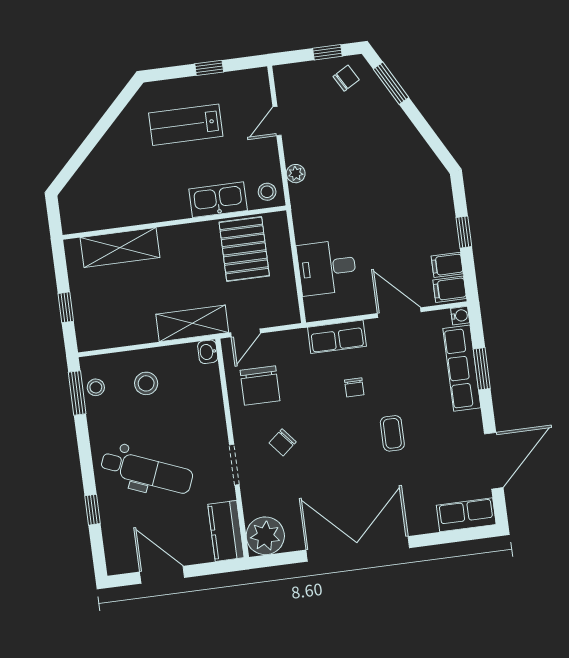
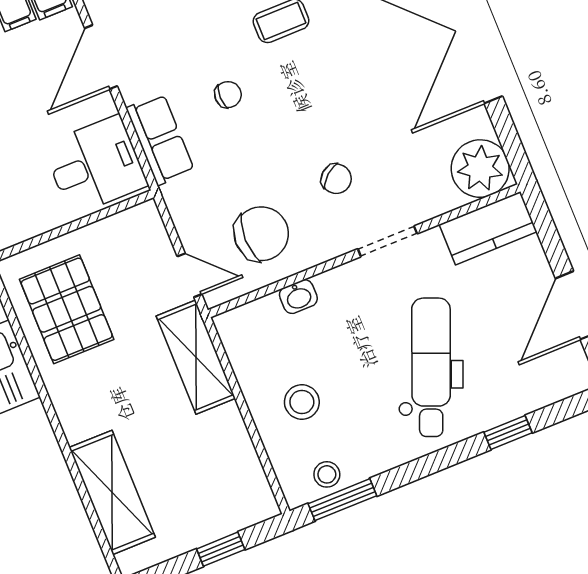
pallet: (244, 249) -> (67, 309), turned 90
desk: (327, 267) -> (95, 165), moved, turned -90
washbasin: (208, 352) -> (298, 297), moved

